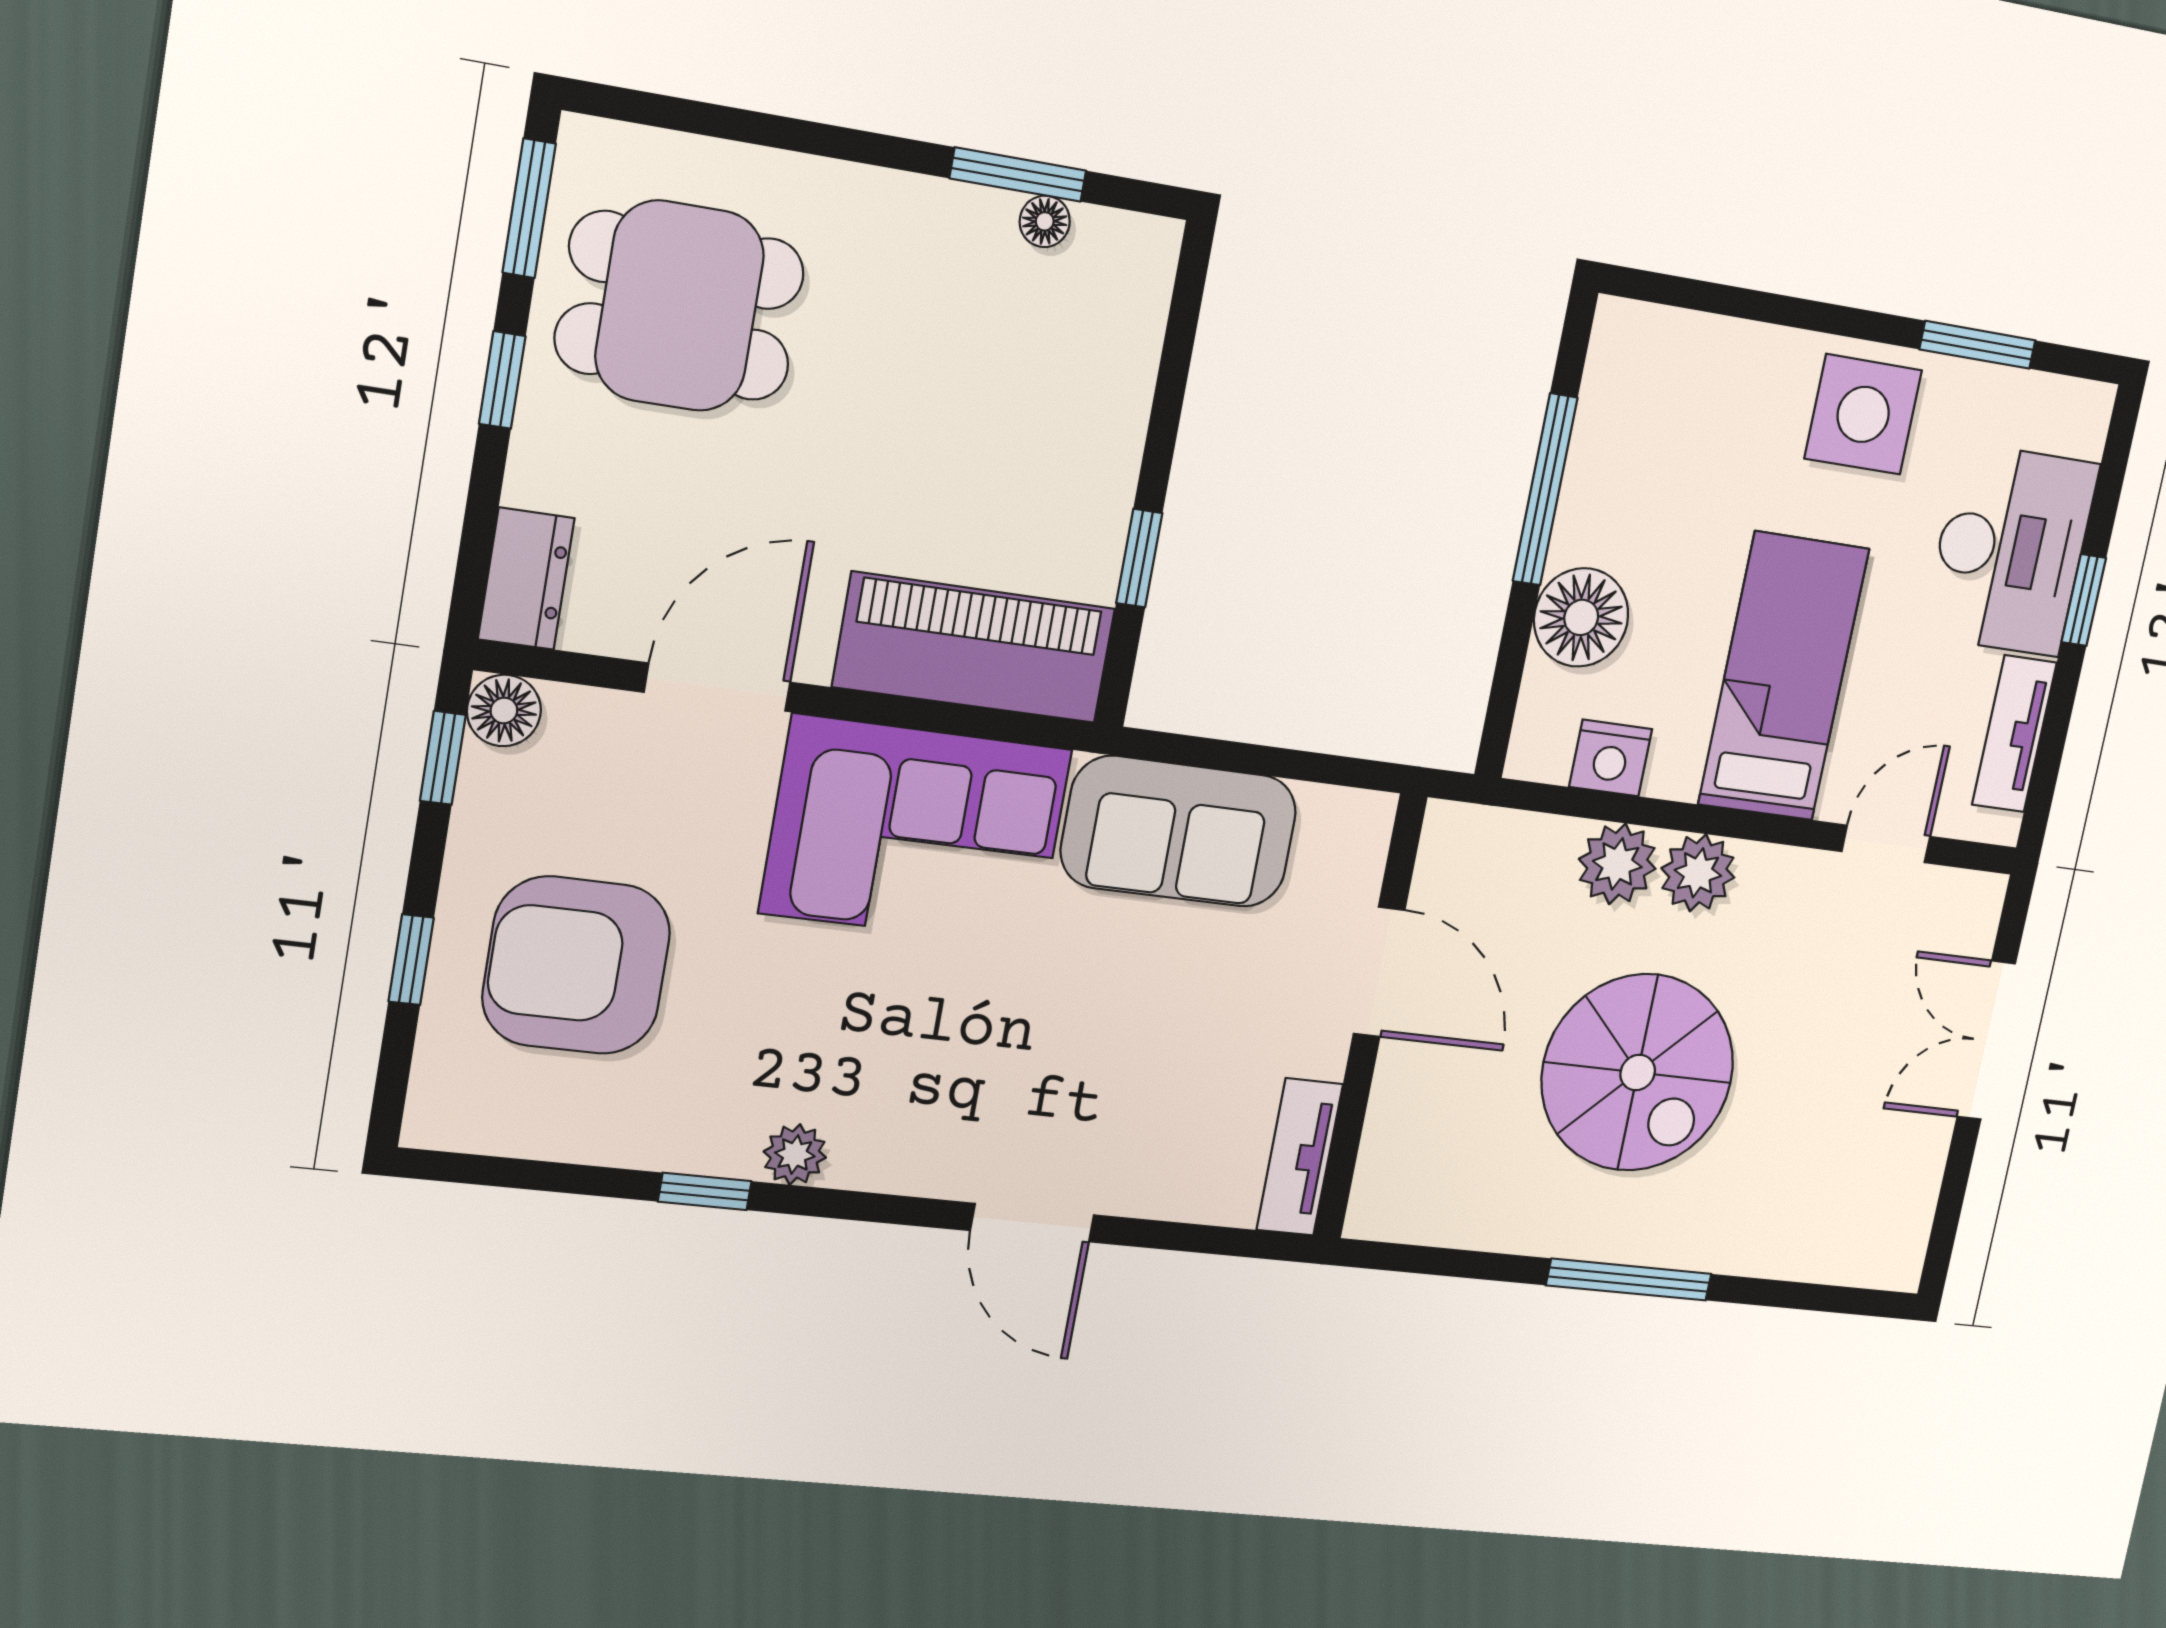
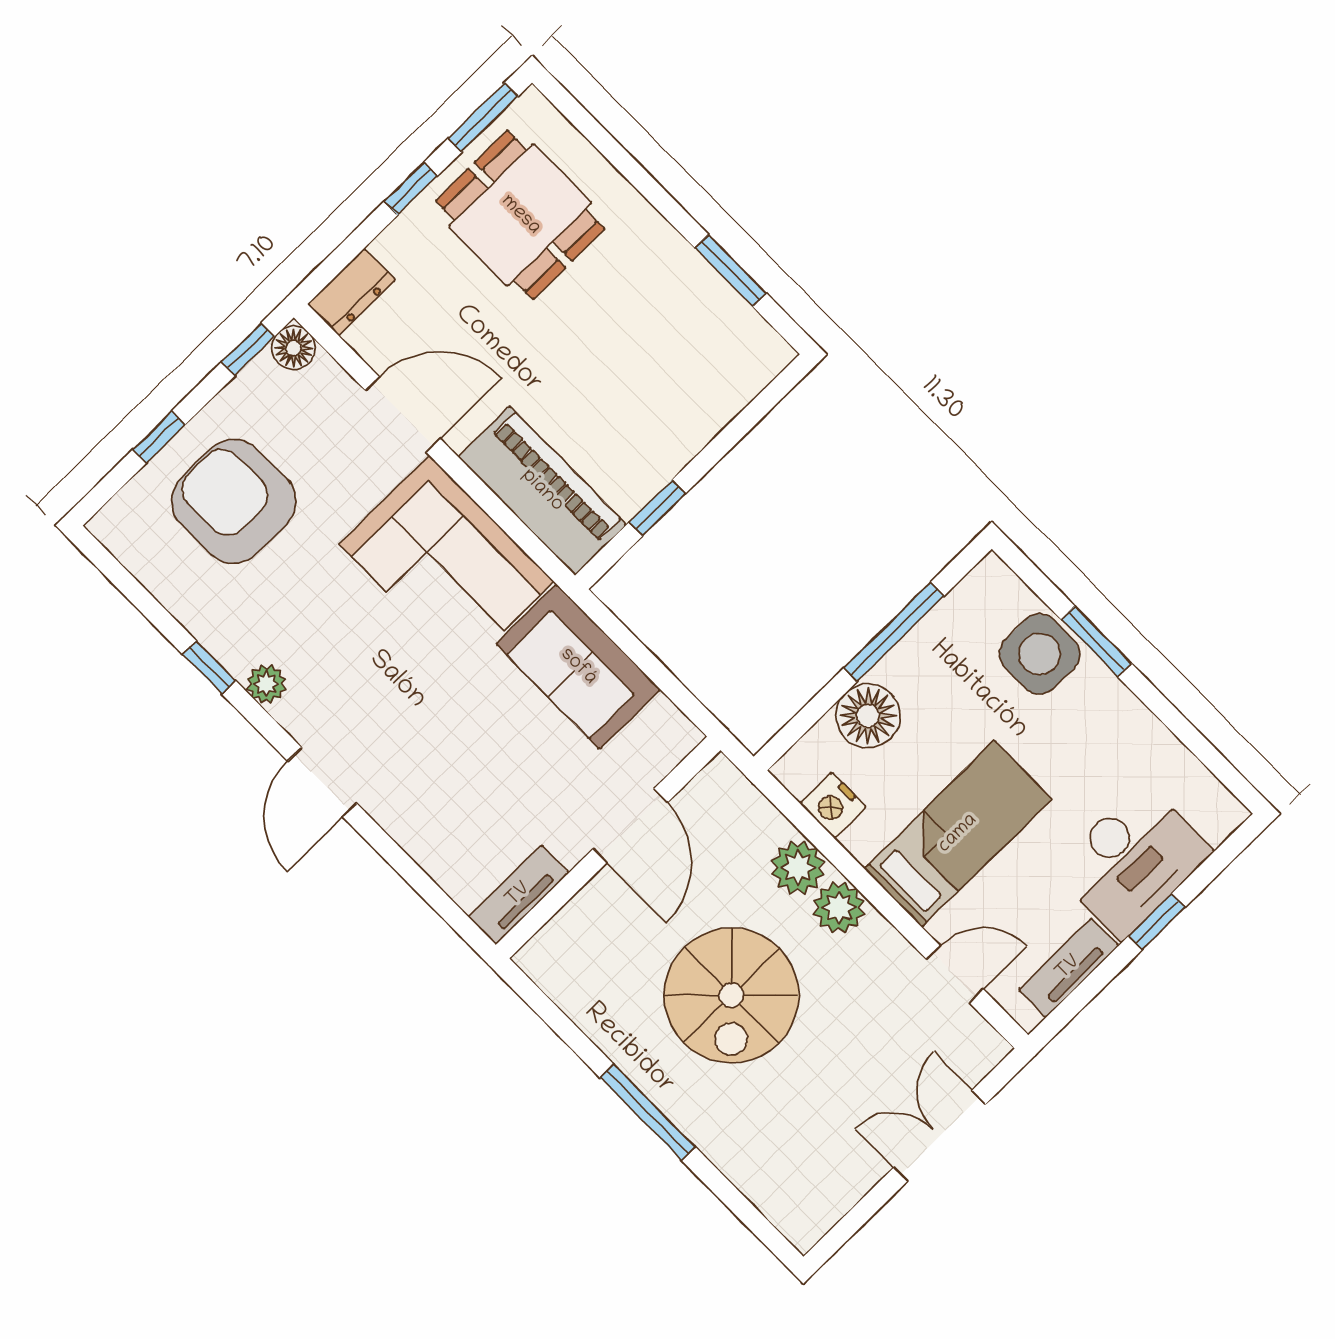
floor lamp: (1045, 221) -> (728, 303), removed
window: (1977, 345) -> (1096, 641), moved
side table: (1863, 414) -> (1040, 654), moved
door: (1032, 1223) -> (322, 782), moved

